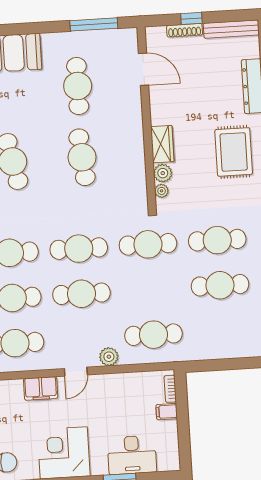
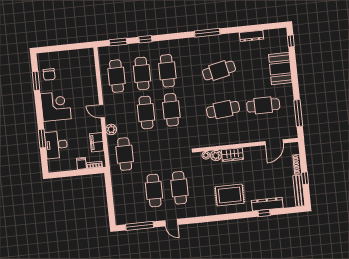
window: (191, 18) -> (305, 178), moved
cafe table: (148, 244) -> (175, 149), removed
filing cabinet: (41, 388) -> (97, 142), moved

